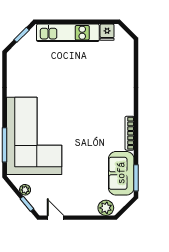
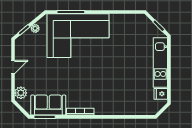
door: (55, 218) -> (13, 67), moved

